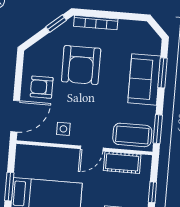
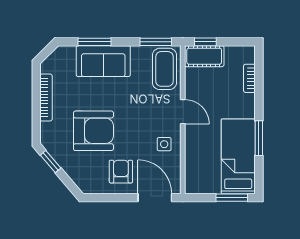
bookcase: (96, 23) -> (46, 98), moved
armchair: (42, 87) -> (121, 172), turned 180
cot: (122, 162) -> (204, 56), moved, turned 90
window: (152, 192) -> (205, 42), moved

